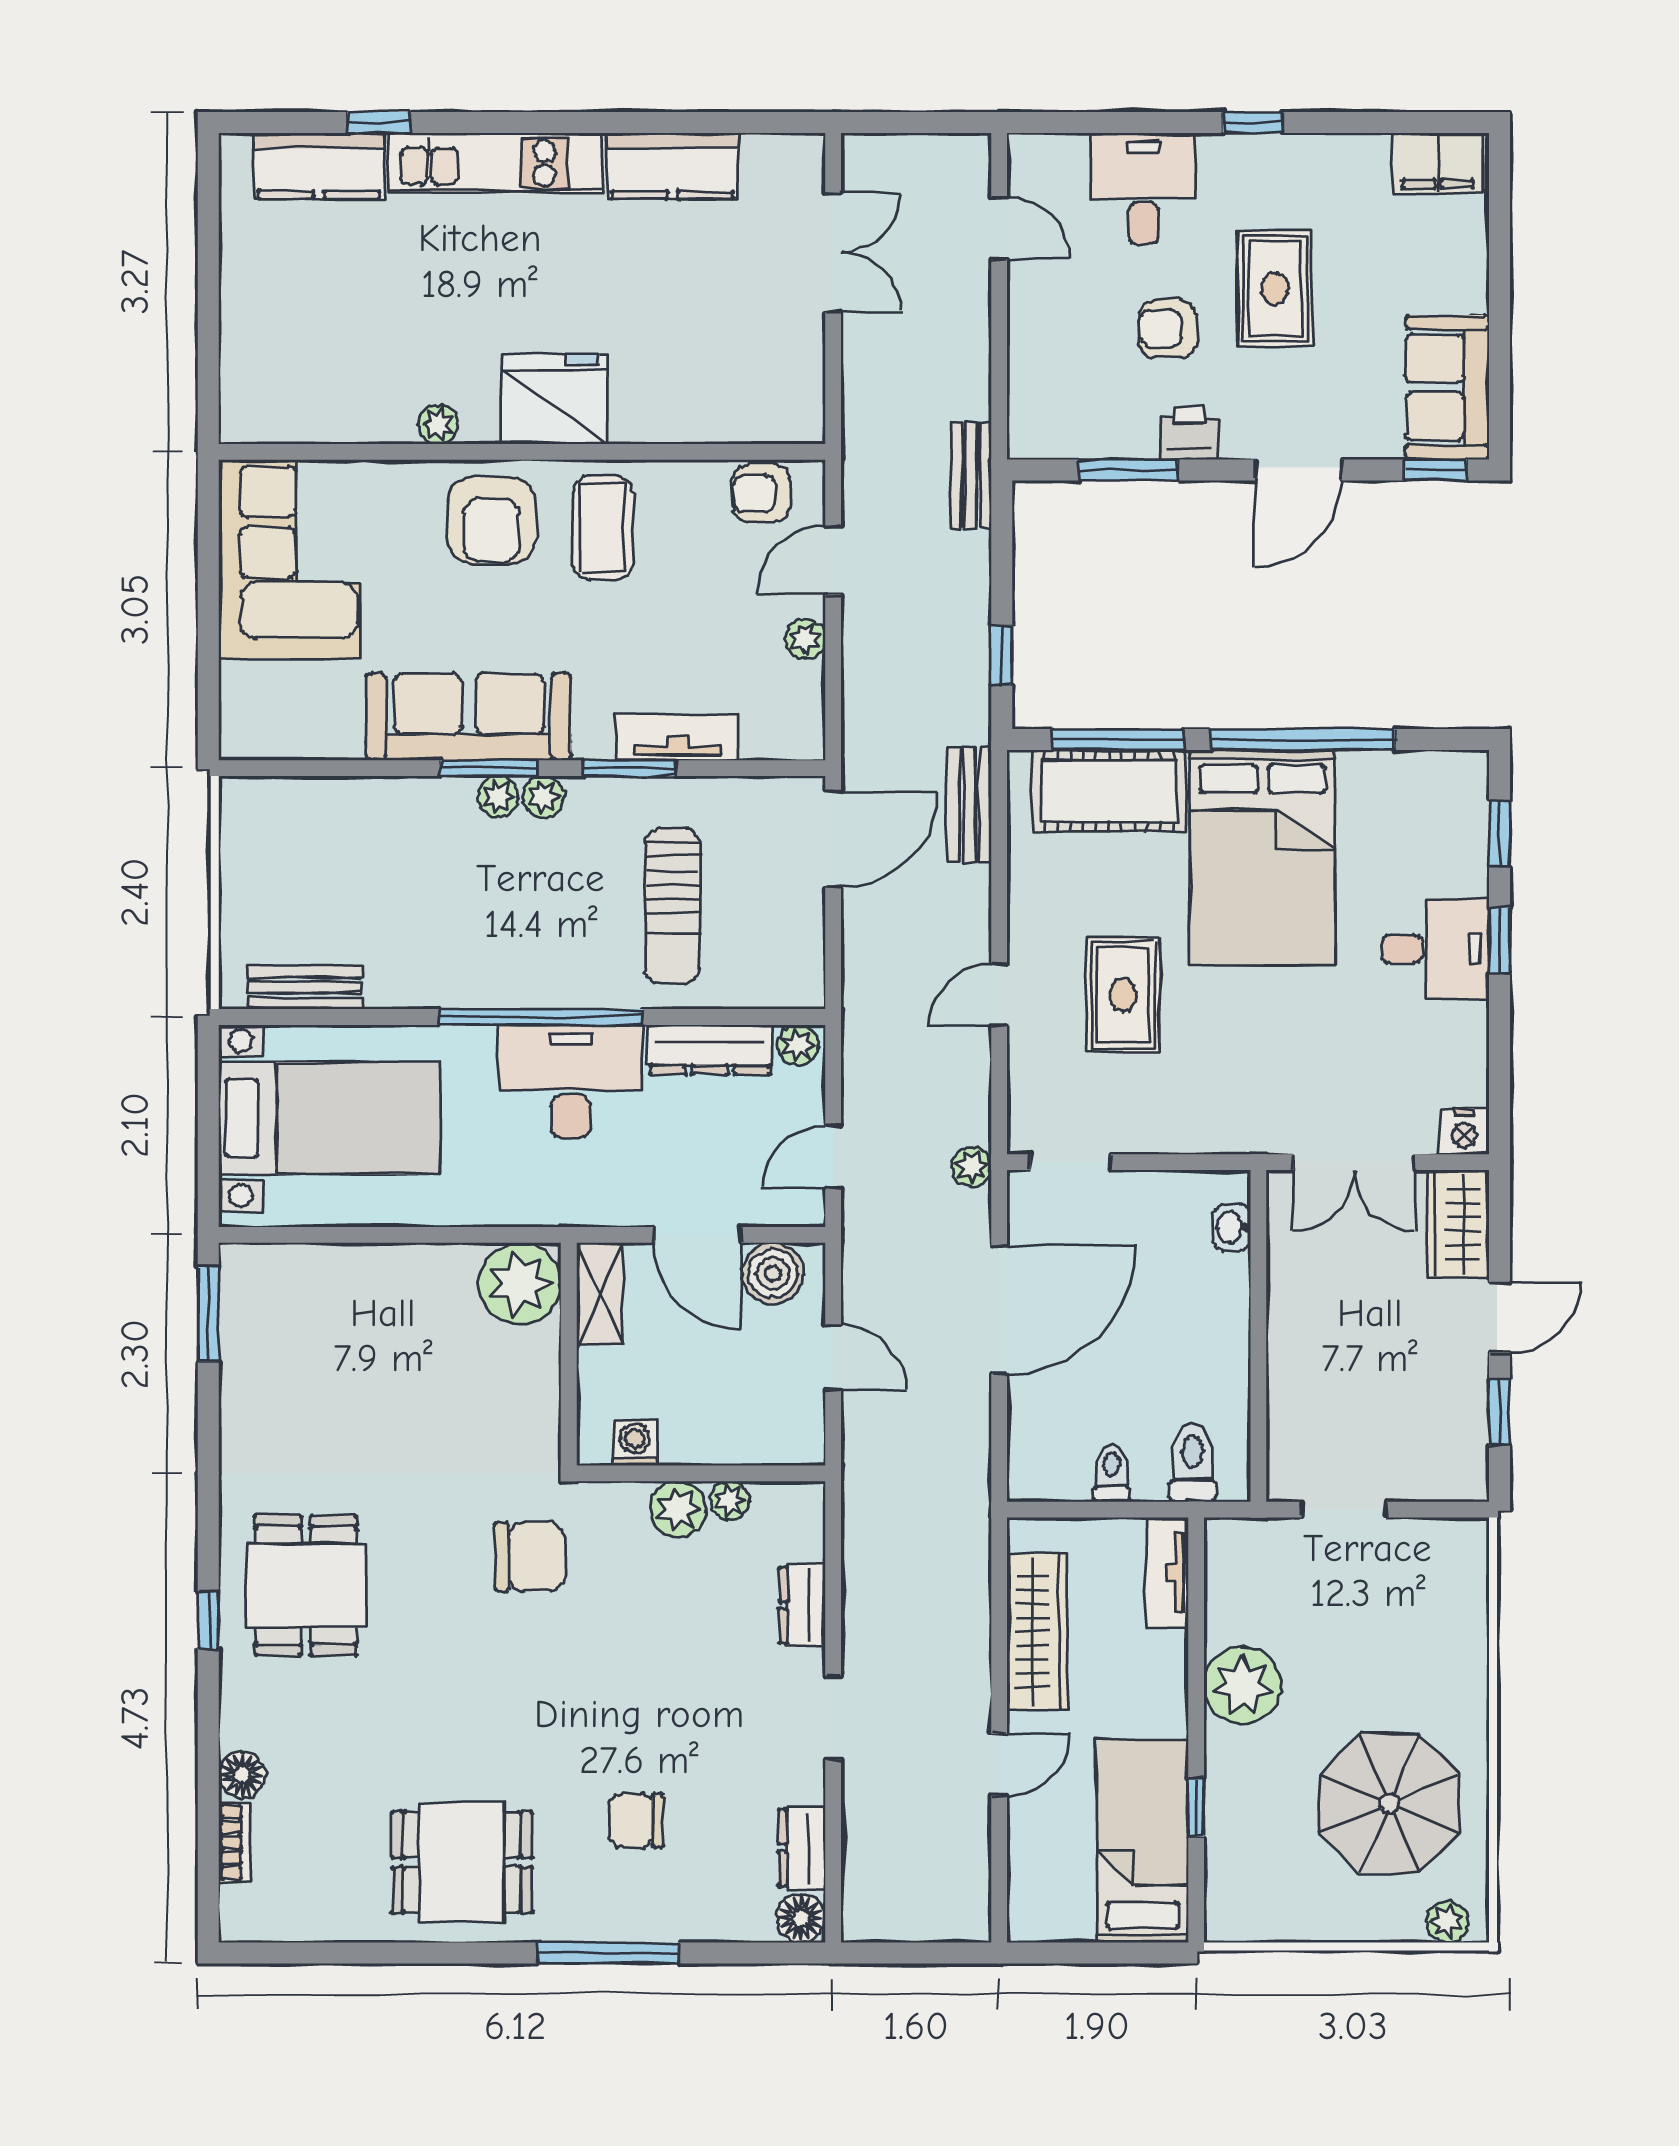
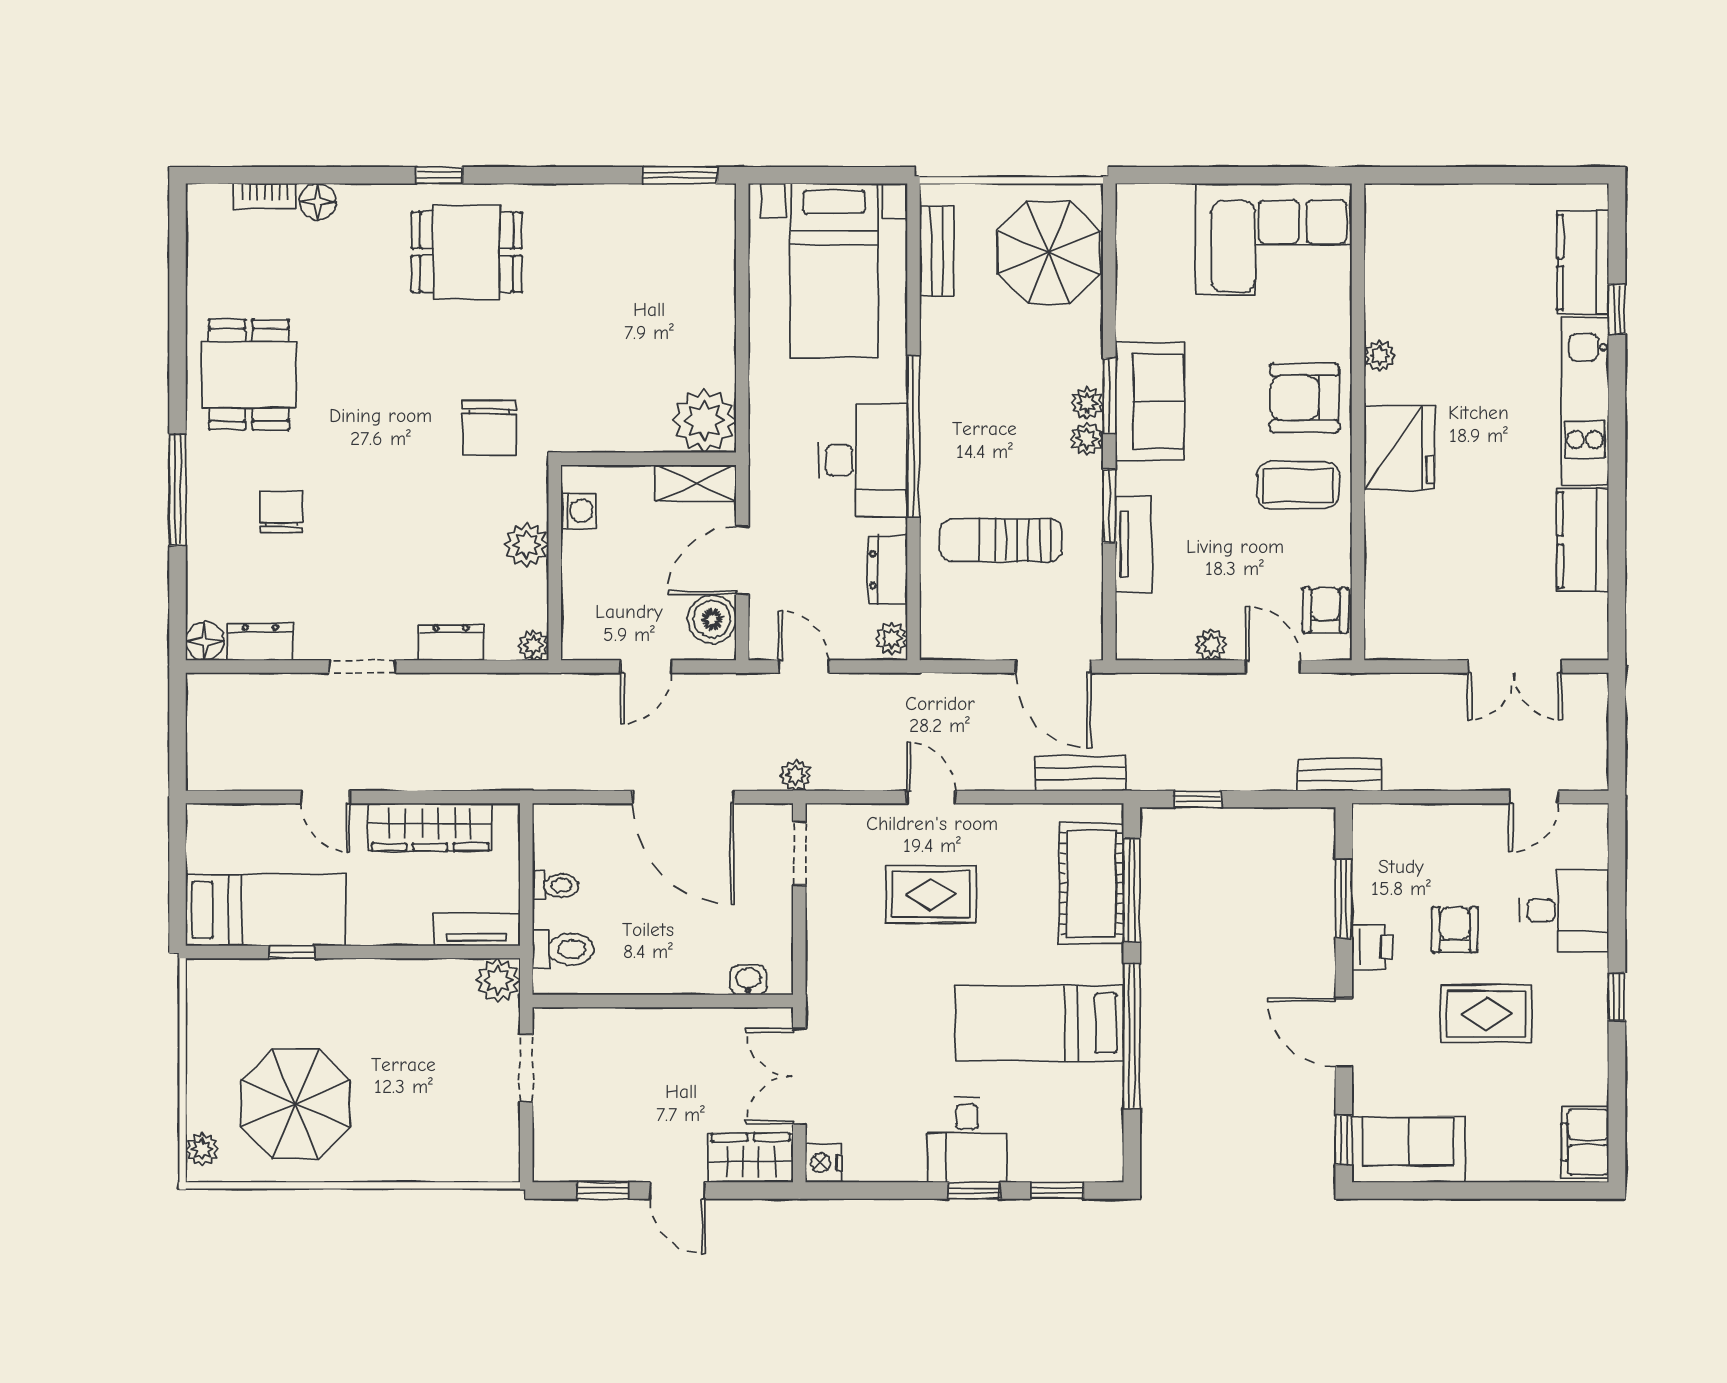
sofa: (469, 717) -> (1150, 401), width x0.73
parasol: (307, 845) -> (1048, 252), added
bed: (1263, 857) -> (1039, 1023), width x0.67
dresser: (710, 1050) -> (888, 570), width x0.70
plant: (730, 1501) -> (533, 645), moved
plant: (1242, 1685) -> (498, 980), moved, width x0.73, depth x0.73

